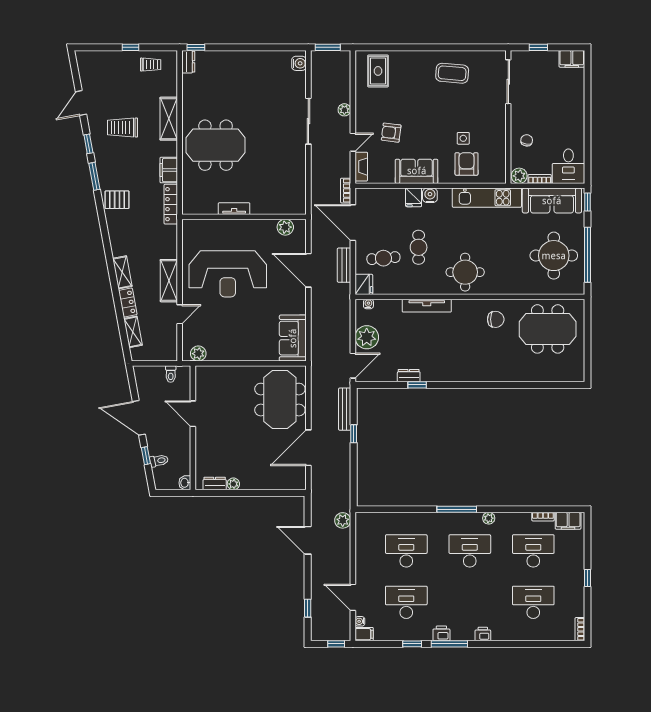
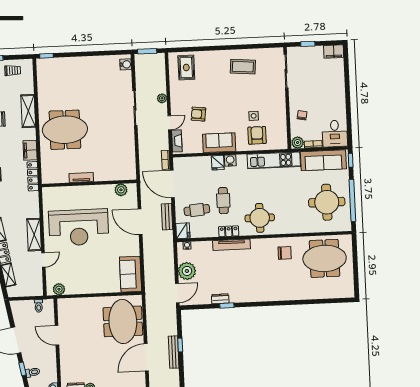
dresser: (188, 62) -> (41, 67), removed
locker: (424, 288) -> (229, 231), added
bench: (345, 409) -> (174, 352), moved

